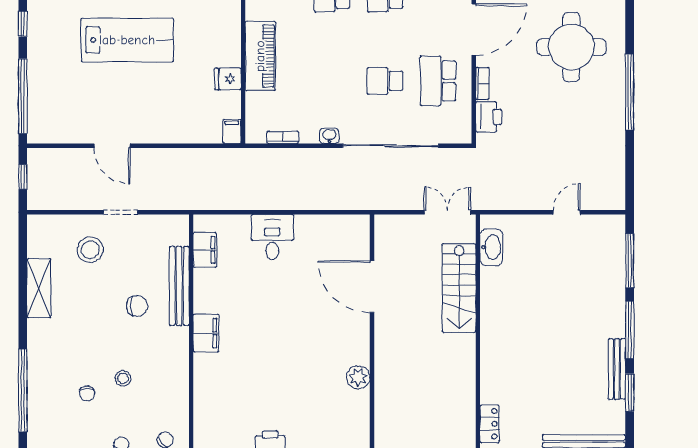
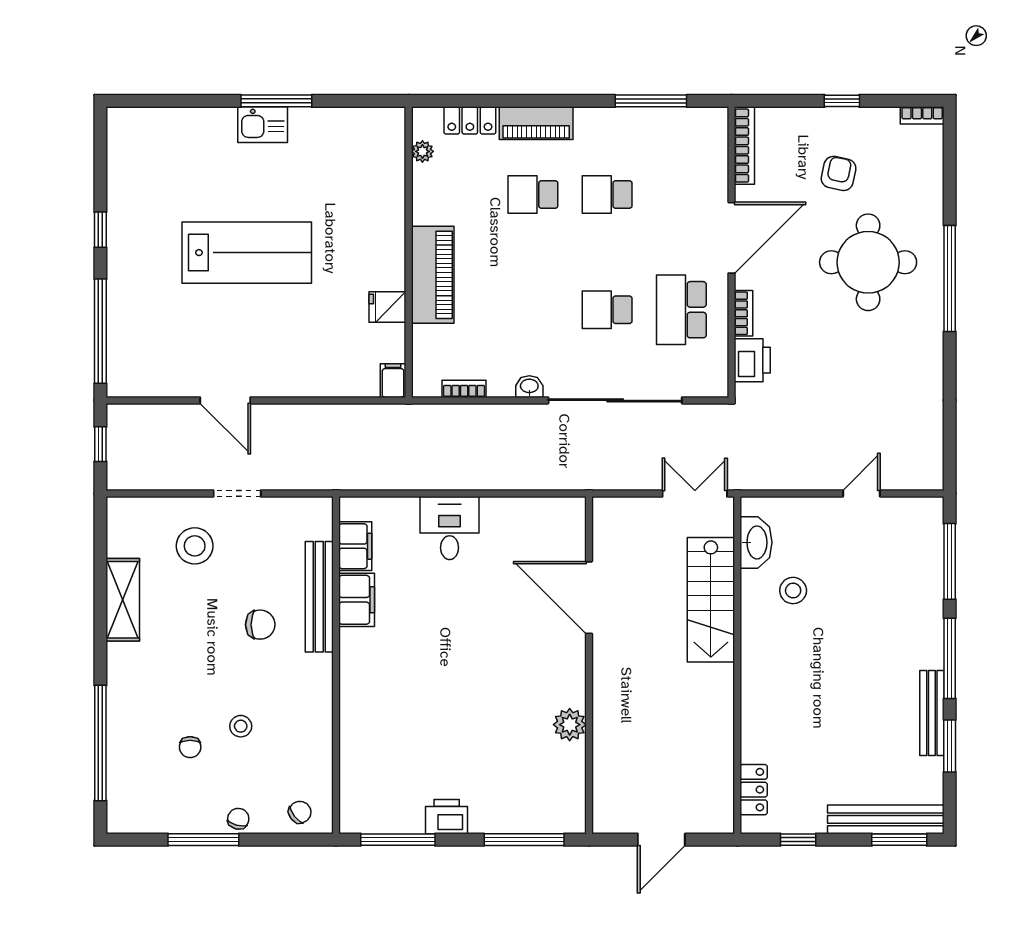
window: (630, 92) -> (950, 279), moved
stool: (518, 281) -> (793, 591), added
filing cabinet: (206, 333) -> (357, 600), moved

